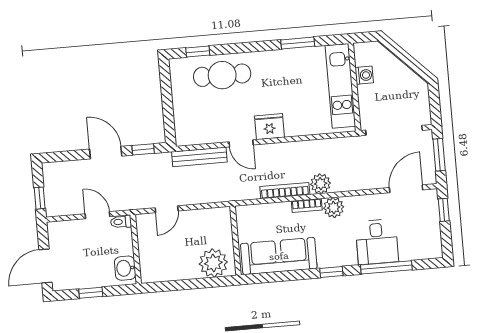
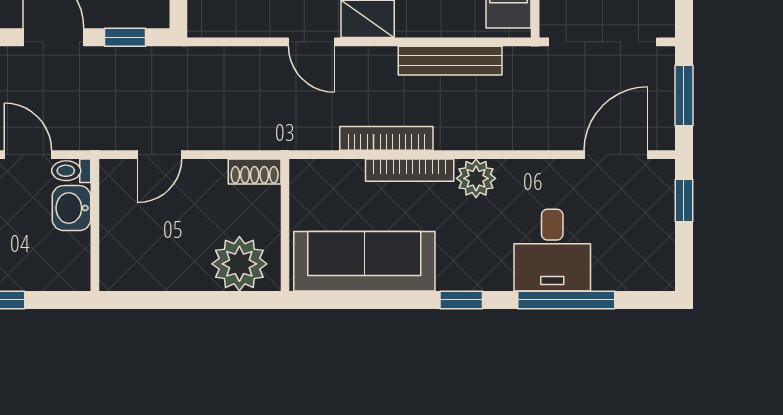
bench: (199, 157) -> (450, 61), moved
plant: (321, 184) -> (455, 131), removed
bookcase: (307, 205) -> (410, 170), width x1.56
shoe rack: (217, 214) -> (255, 171), added
washbasin: (125, 268) -> (71, 208), moved

